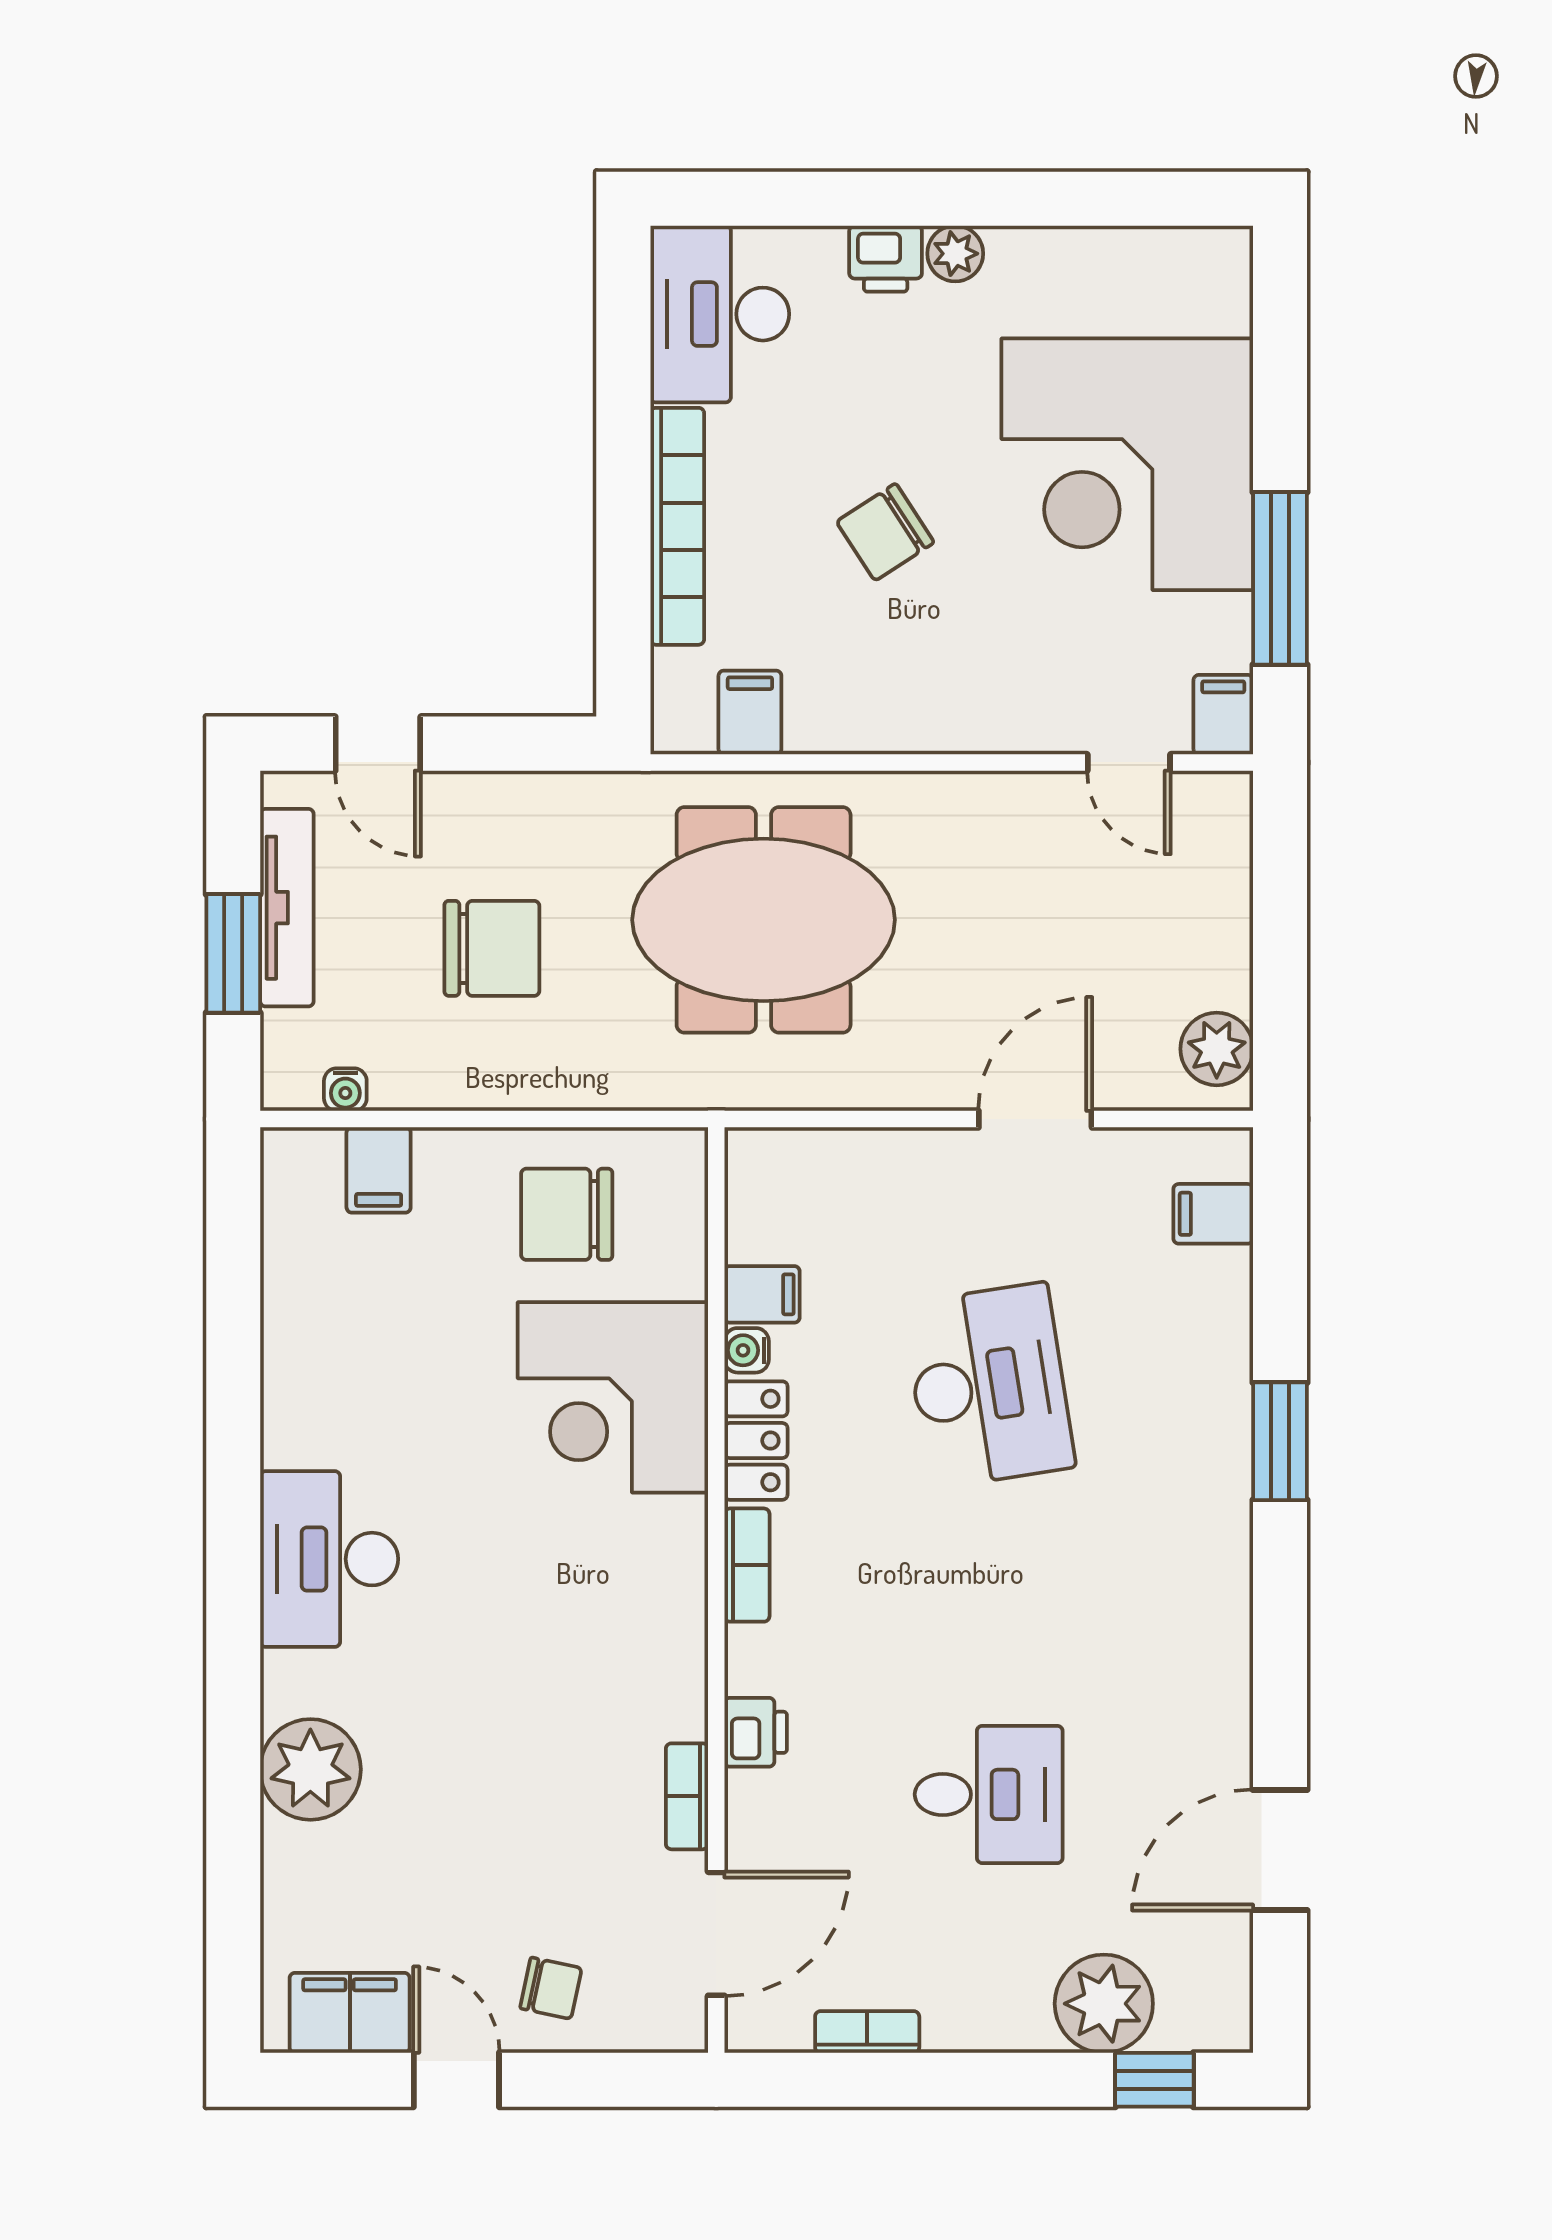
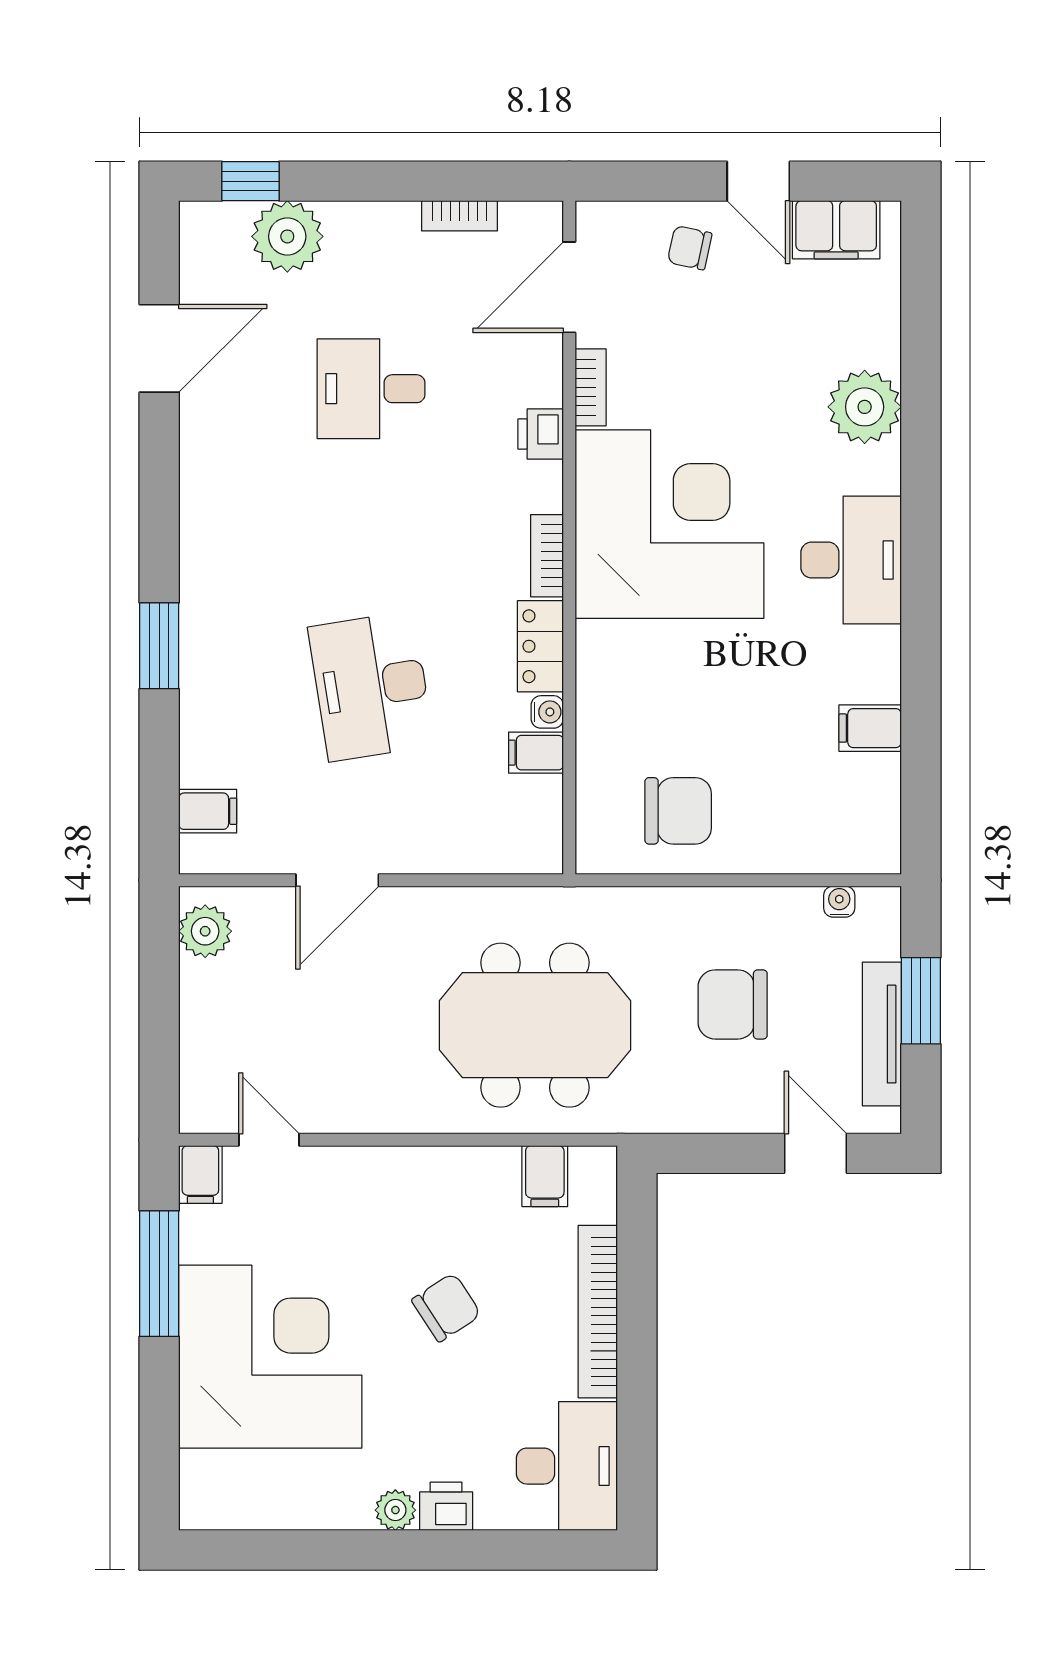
filing cabinet: (379, 1170) -> (870, 728), moved, turned -90
corner desk: (613, 1397) -> (669, 524), moved, width x1.36, depth x1.36

